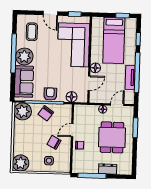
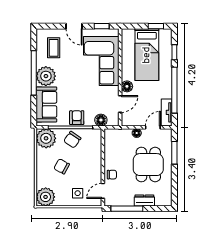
tv unit: (130, 77) -> (167, 112), moved
door: (72, 130) -> (103, 191), moved
chair: (54, 142) -> (62, 166), moved

